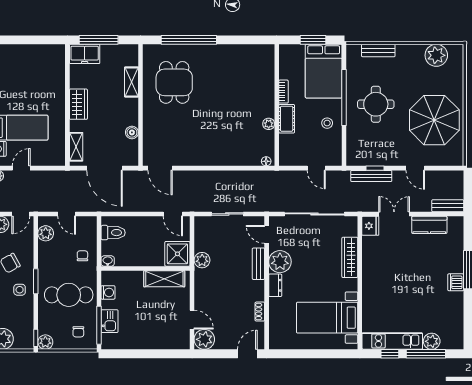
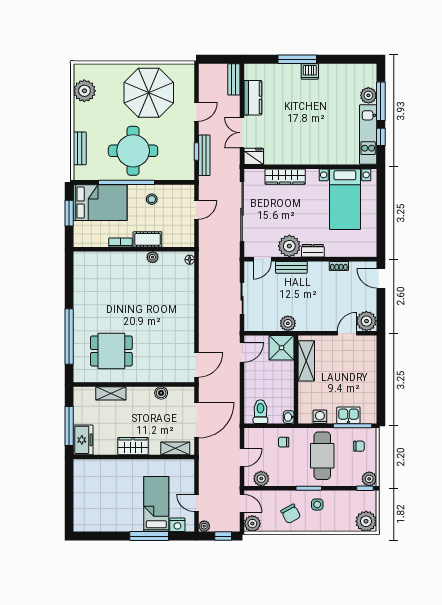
round table: (376, 104) -> (133, 151), width x1.36, depth x1.36

